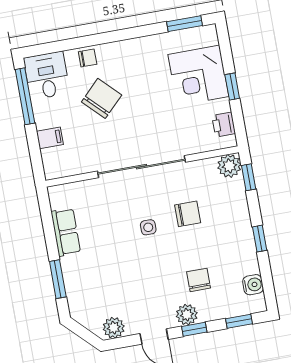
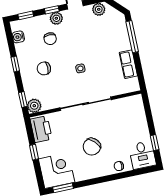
corner desk: (198, 75) -> (57, 171), moved
window: (25, 96) -> (155, 143), width x0.46
chair: (102, 98) -> (92, 147), moved
printer: (224, 125) -> (41, 129), width x1.87, depth x1.48
filing cabinet: (50, 138) -> (139, 119), removed
chair: (188, 214) -> (44, 68), moved
window: (58, 279) -> (132, 37), width x1.44

